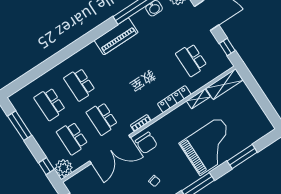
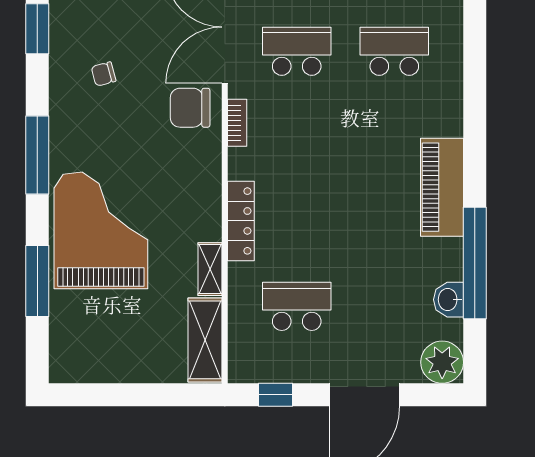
grand piano: (210, 146) -> (101, 230), turned 180

